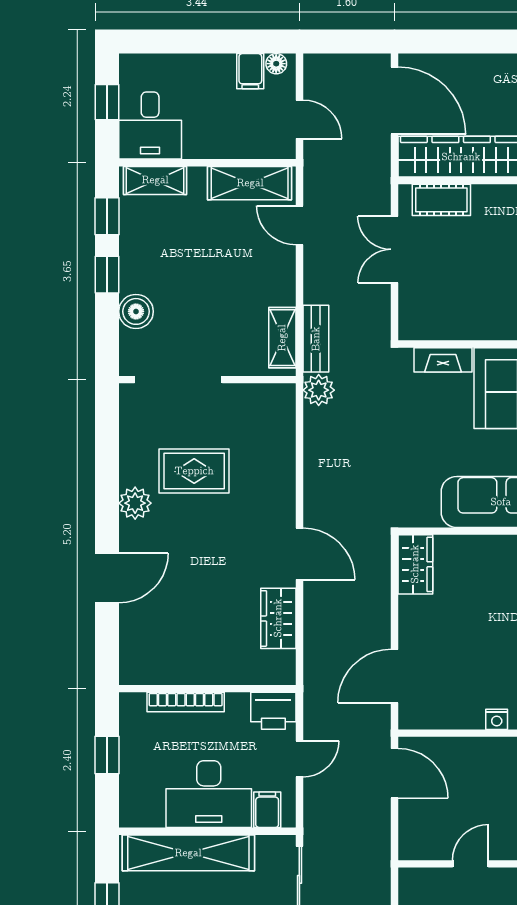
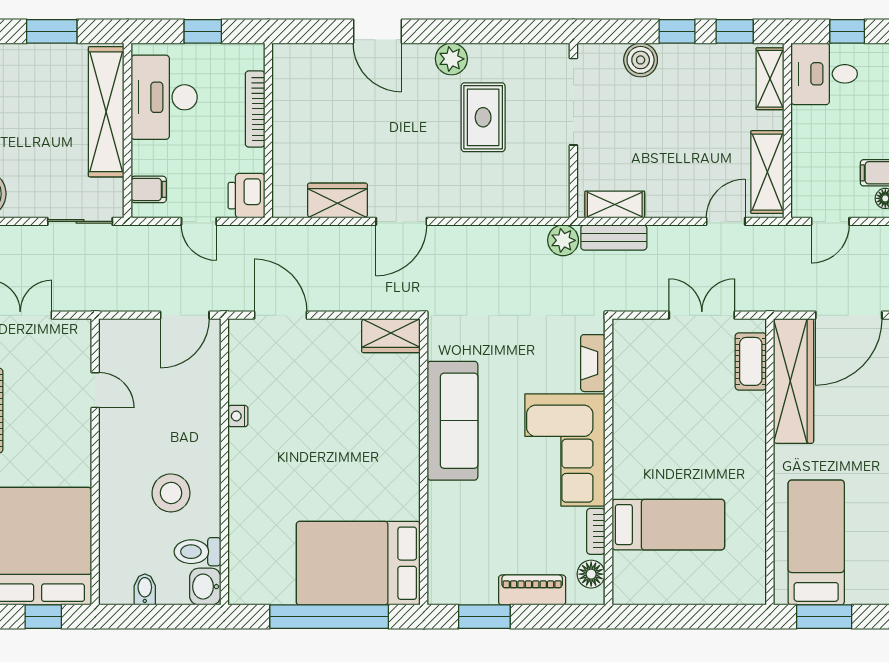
desk: (209, 794) -> (164, 97), moved

